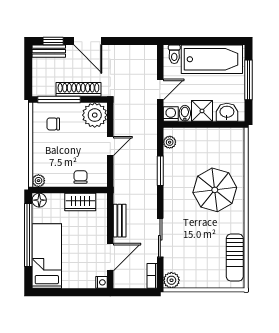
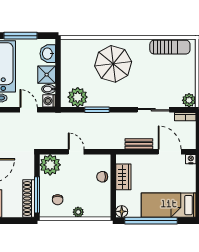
shoe rack: (78, 89) -> (29, 198), moved
plant: (170, 142) -> (78, 97), width x1.87, depth x1.87
plant: (38, 181) -> (78, 212), moved

